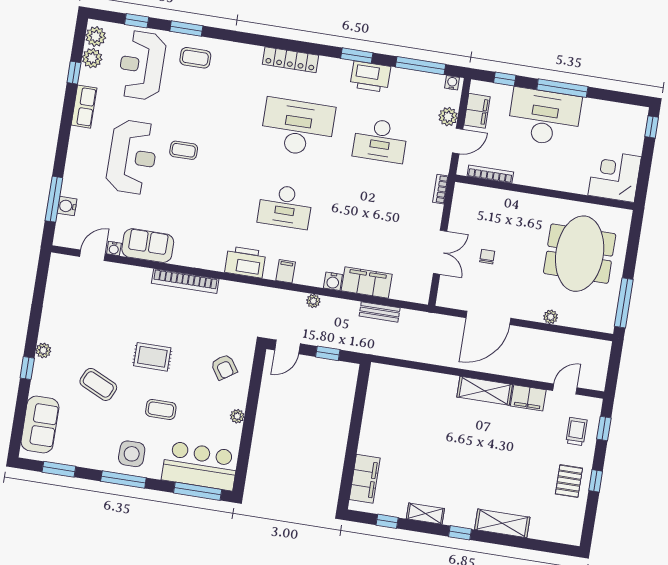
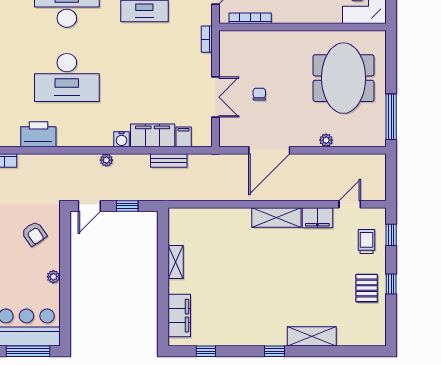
desk: (285, 206) -> (67, 78), width x1.36, depth x1.30
filing cabinet: (286, 271) -> (184, 137), moved
shelving: (425, 514) -> (176, 262), moved, turned 90

